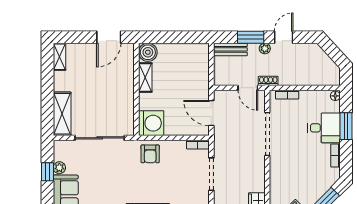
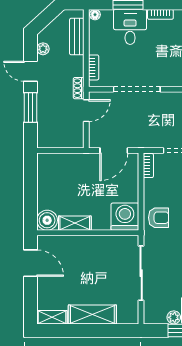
bench: (230, 49) -> (77, 37), moved
plant: (265, 49) -> (43, 49), moved
shelving: (62, 114) -> (92, 314), moved

